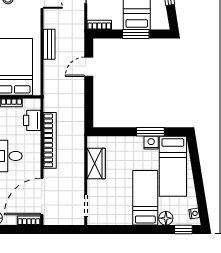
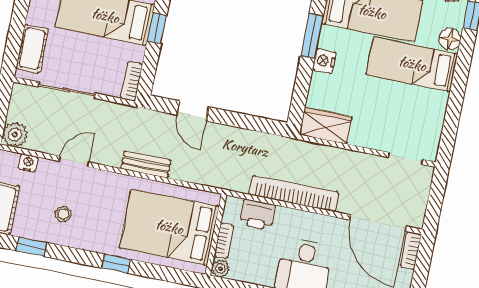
window: (136, 34) -> (157, 28), width x0.67
nightstand: (151, 143) -> (324, 61), moved
wardrobe: (96, 163) -> (326, 126), moved

